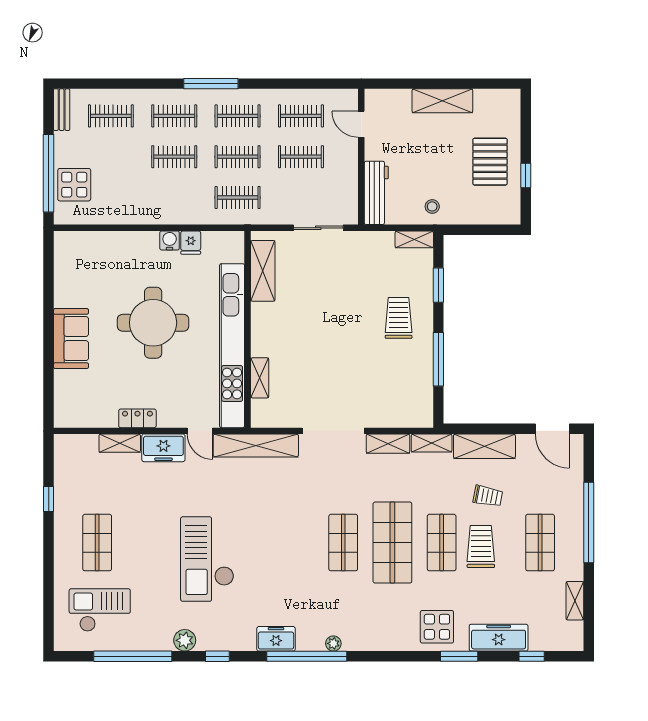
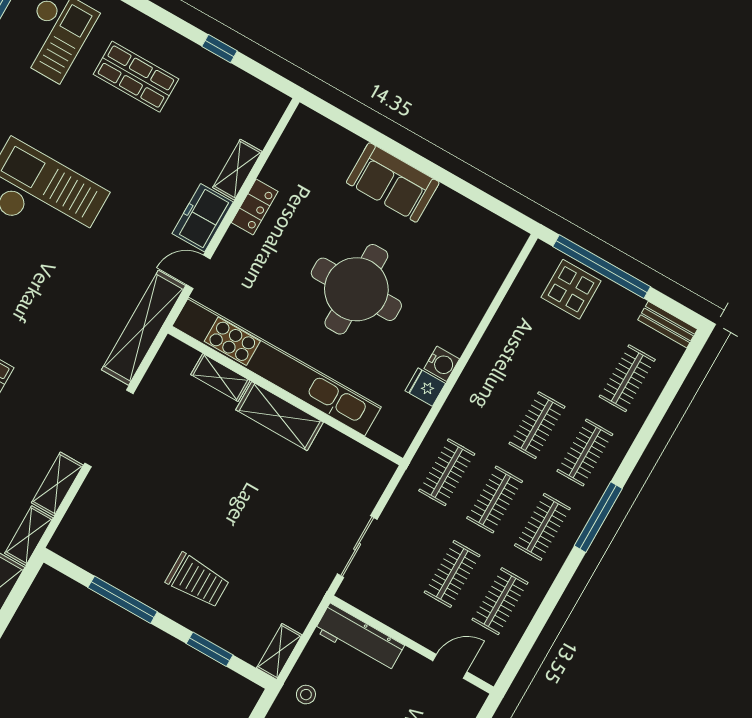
shelving: (263, 271) -> (280, 416), moved

